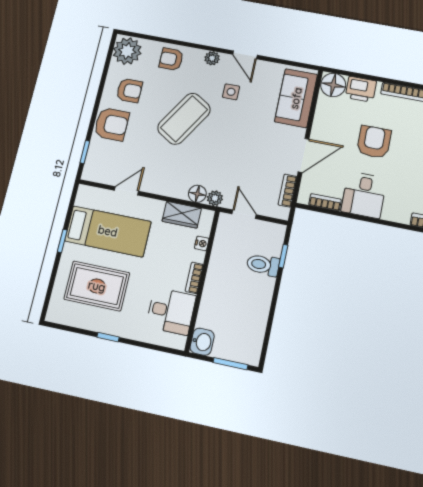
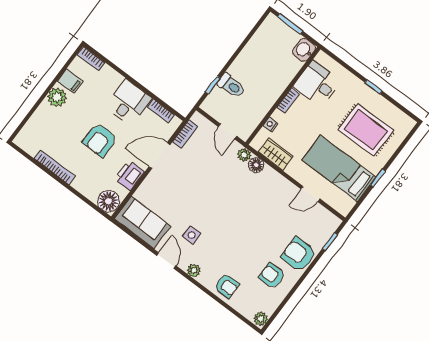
plant: (127, 51) -> (261, 319), width x0.53, depth x0.53
printer: (361, 89) -> (129, 175), moved, turned -90
sofa: (296, 98) -> (143, 222), moved, turned -90
coffee table: (184, 119) -> (239, 231), removed

